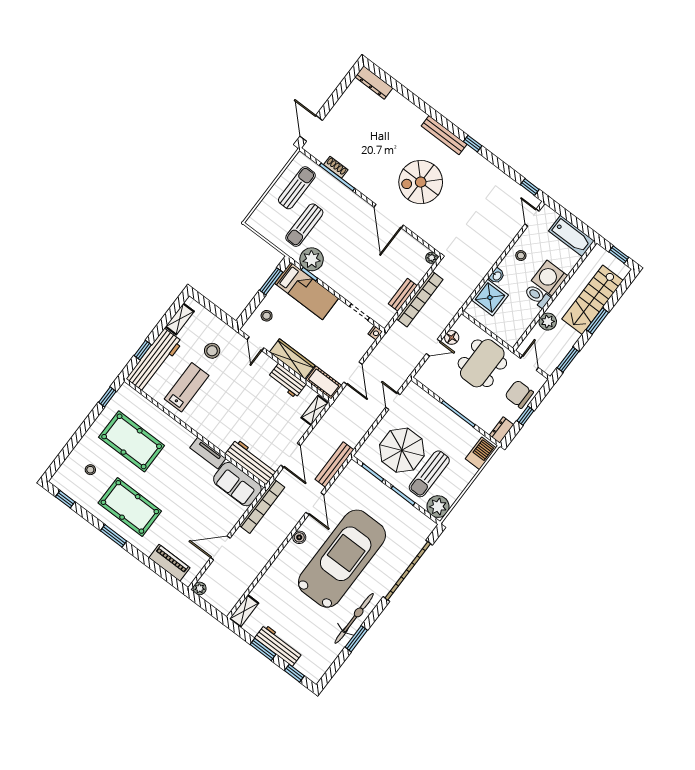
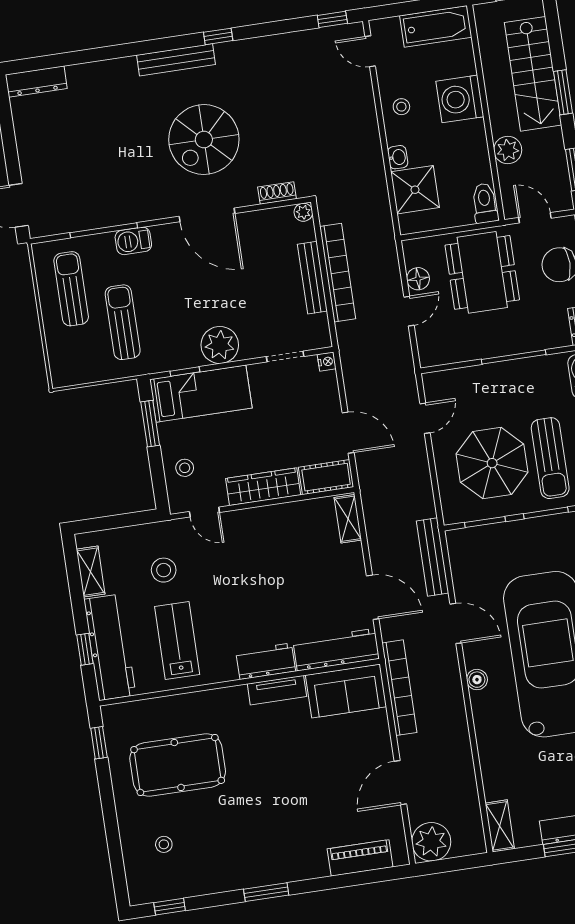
shoe rack: (336, 167) -> (277, 193), moved
barbecue: (345, 195) -> (133, 241), added
sun lounger: (304, 225) -> (123, 322), turned 180
plant: (312, 259) -> (220, 345), moved
bench: (403, 295) -> (312, 278), width x1.36
toilet: (537, 296) -> (485, 203), moved, turned 90
workbench: (287, 381) -> (266, 661), moved, turned 180
door: (393, 401) -> (425, 418), swing flipped
pool table: (130, 507) -> (251, 841), removed
plant: (200, 588) -> (431, 842), width x1.88, depth x1.88

